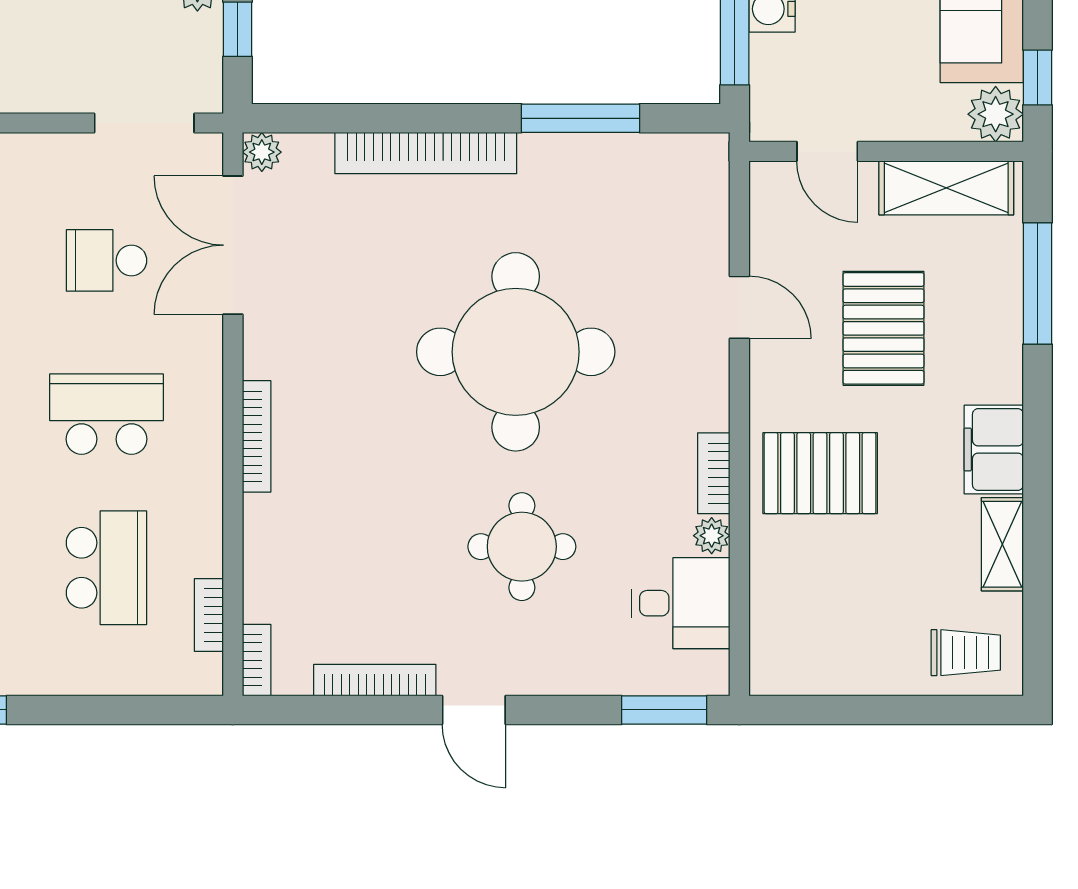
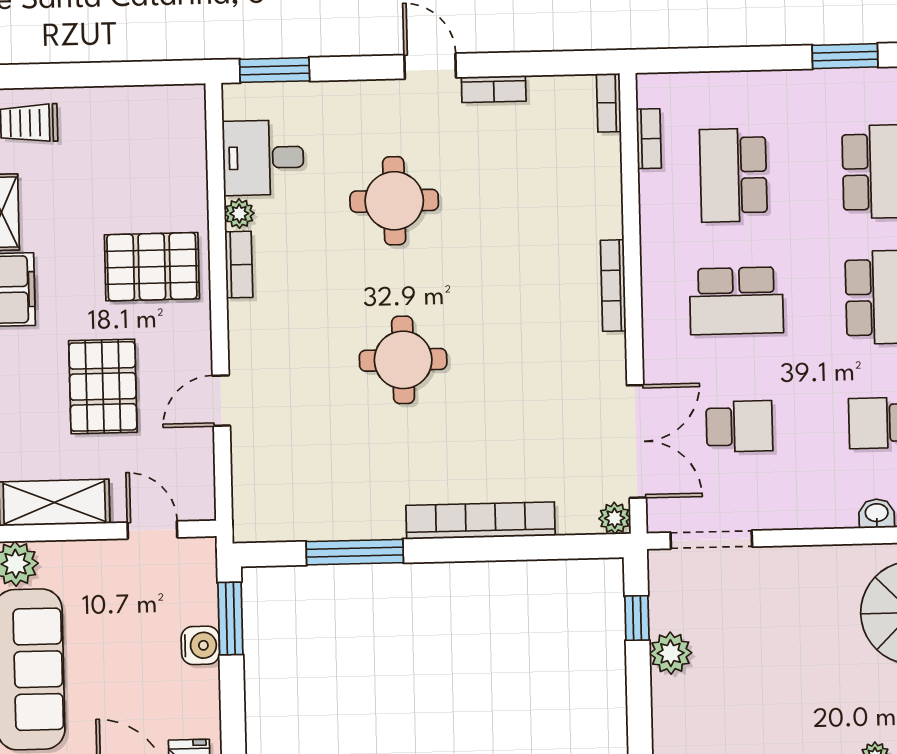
door: (739, 307) -> (221, 401), hinge flipped
round table: (516, 352) -> (403, 360), width x0.54, depth x0.54
bookcase: (375, 680) -> (494, 89), width x0.64

